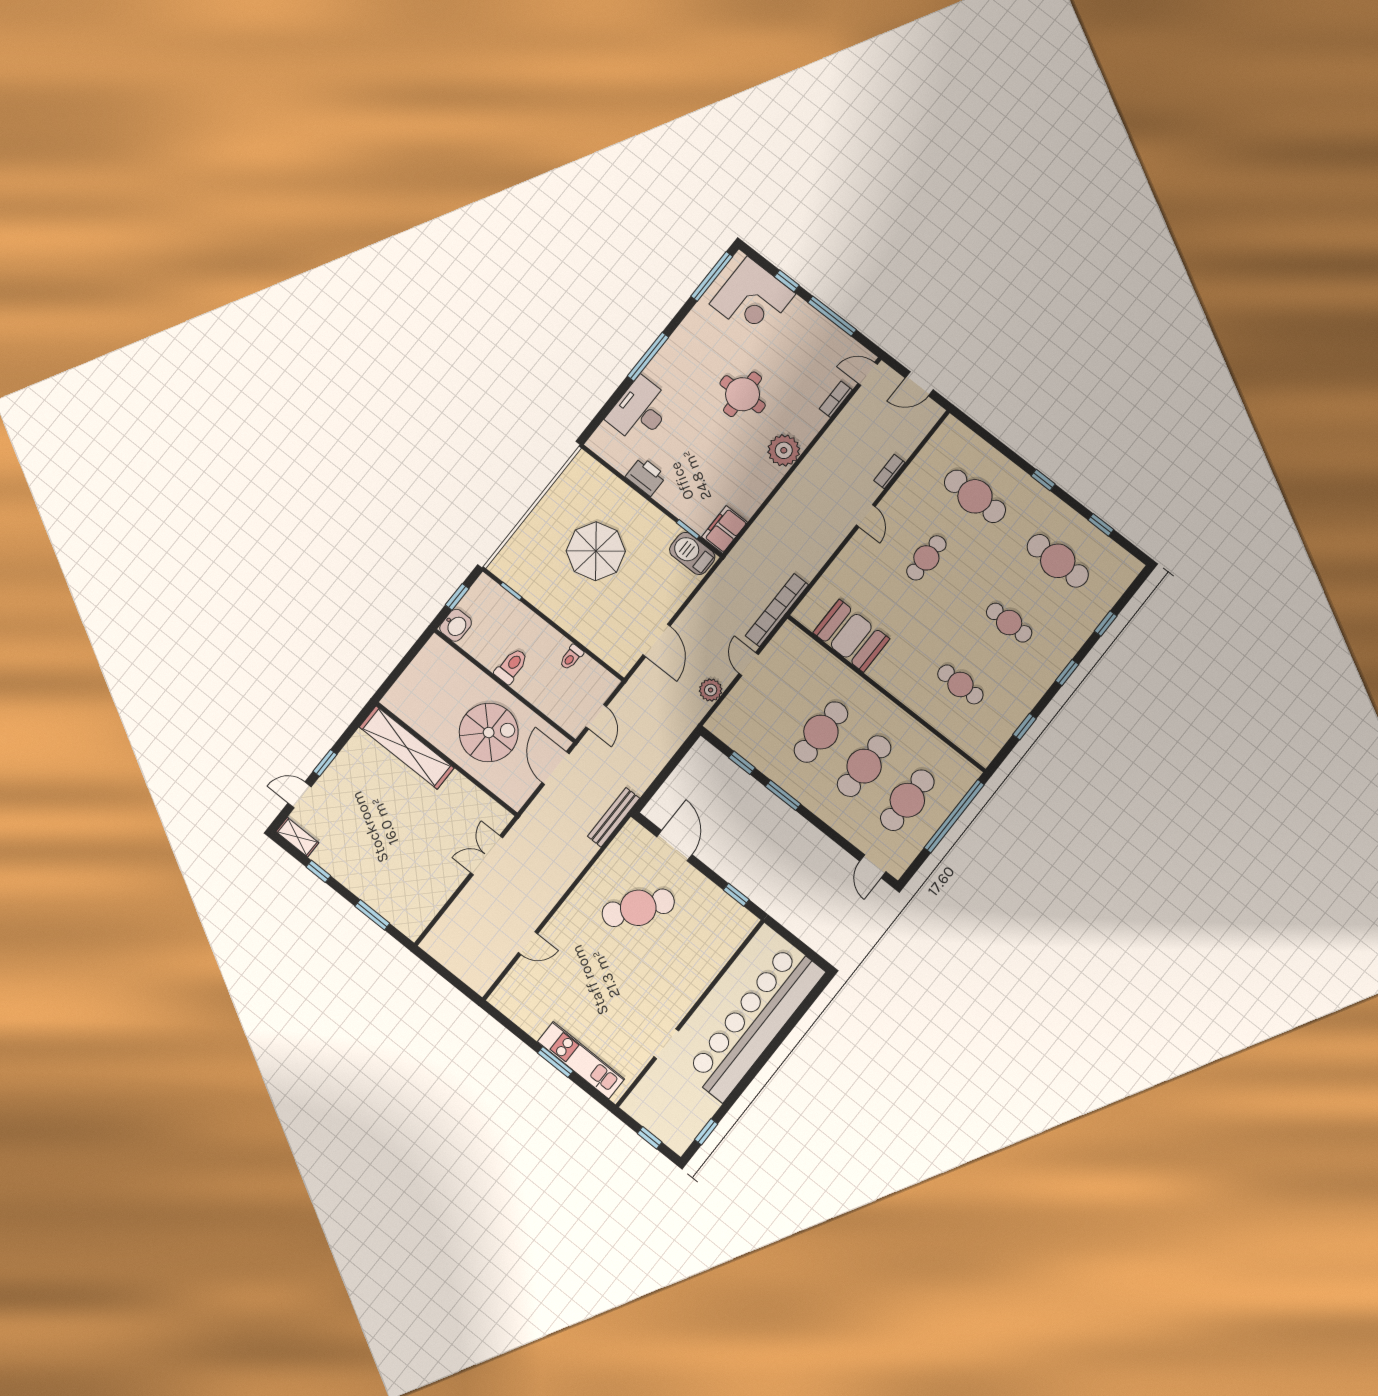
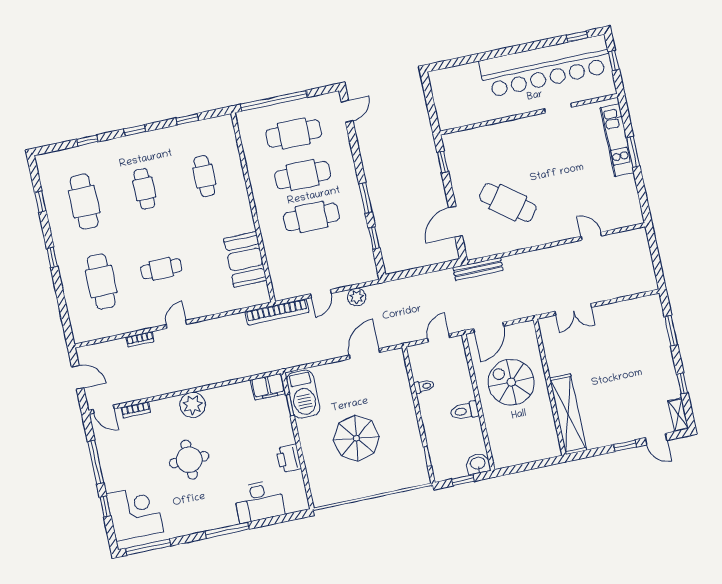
barbecue: (692, 553) -> (303, 394), width x1.37, depth x1.21
bar counter: (755, 1022) -> (545, 66), moved

